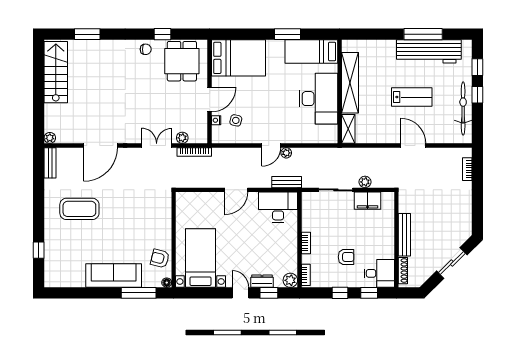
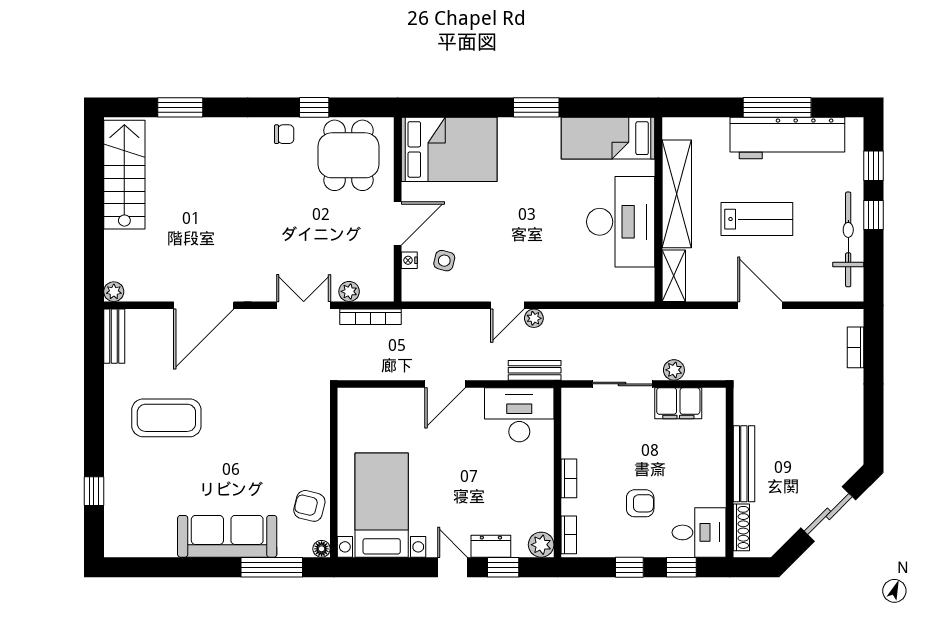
bed: (311, 51) -> (608, 138), moved
shelving: (350, 83) -> (677, 194), moved
wall: (340, 92) -> (658, 209), moved
desk: (318, 99) -> (621, 222), moved
shelving: (348, 129) -> (674, 276), moved

